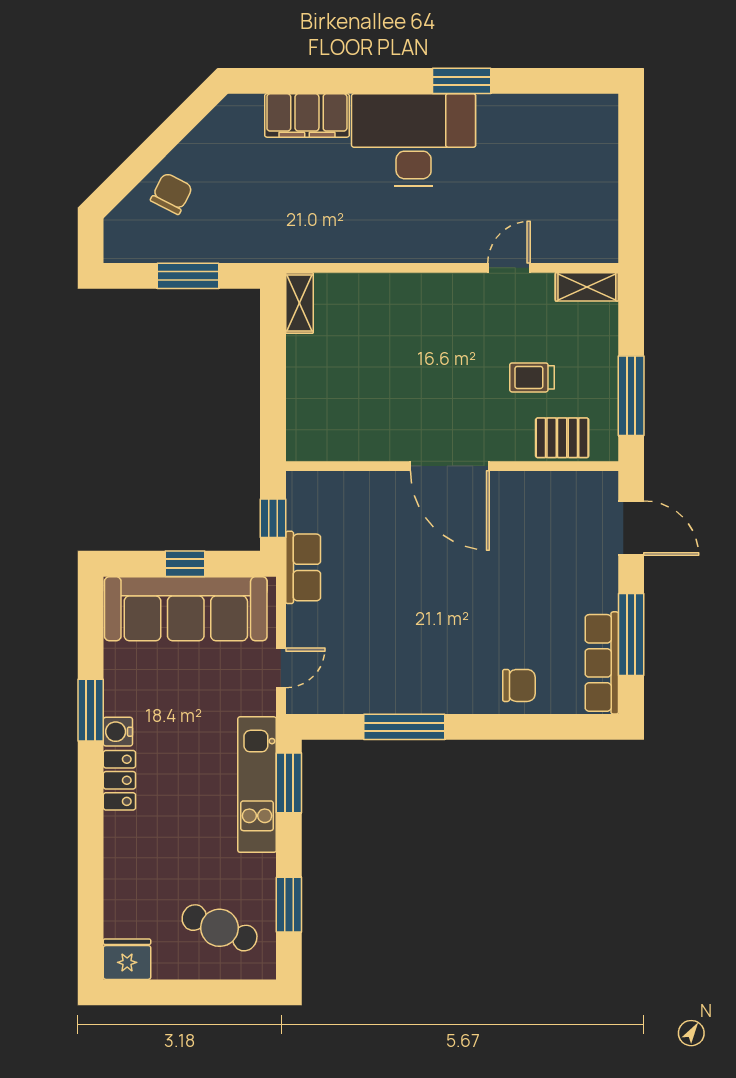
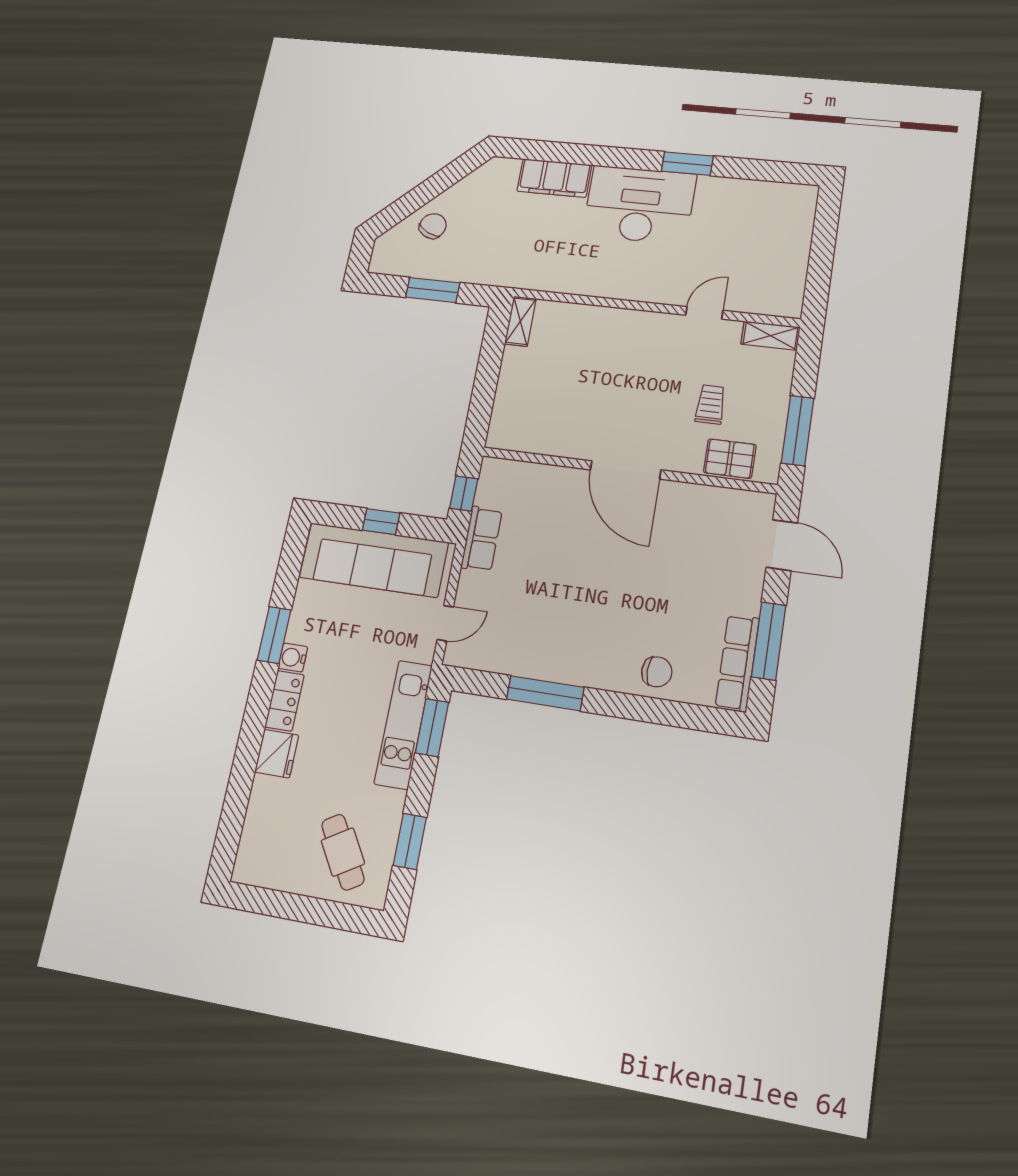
trolley: (532, 377) -> (710, 404), turned 90
cafe table: (220, 928) -> (343, 852), turned 37
fridge: (127, 959) -> (277, 754), moved, turned 90

